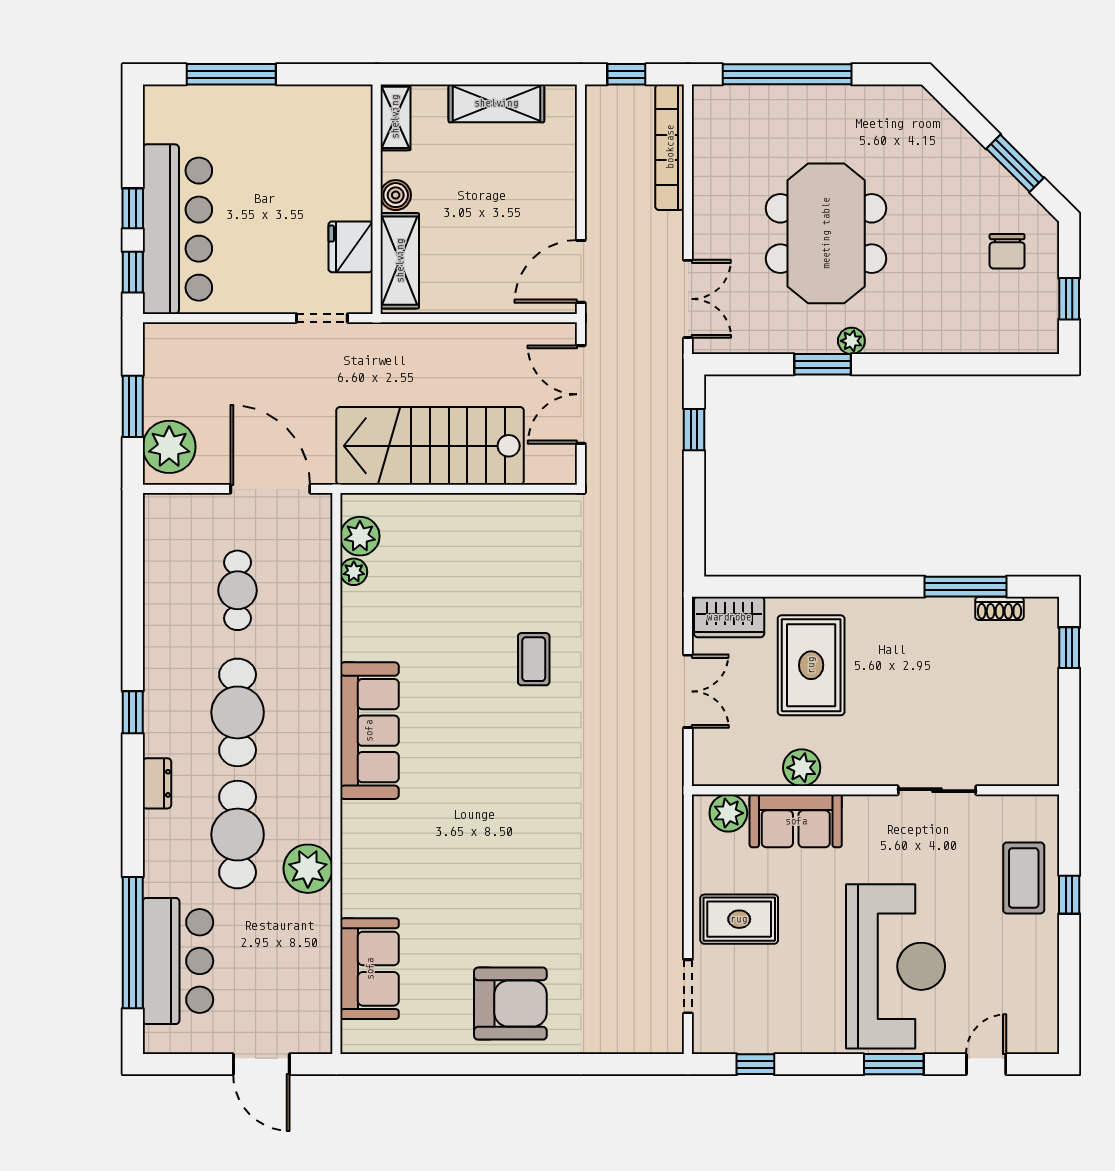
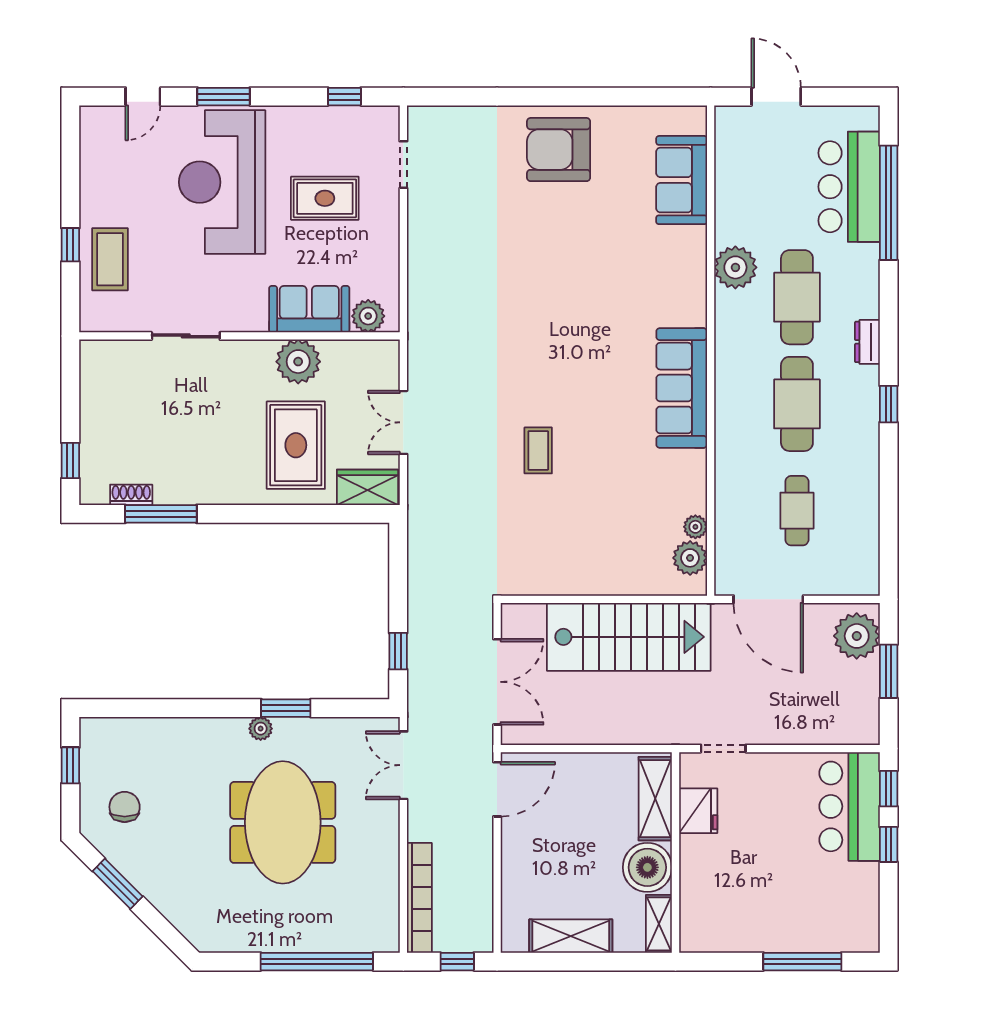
boiler: (396, 195) -> (647, 867), width x1.86, depth x1.86
bar counter: (177, 229) -> (850, 806), width x0.73
plant: (802, 768) -> (298, 362), width x1.36, depth x1.36
rug: (739, 919) -> (325, 198), moved

